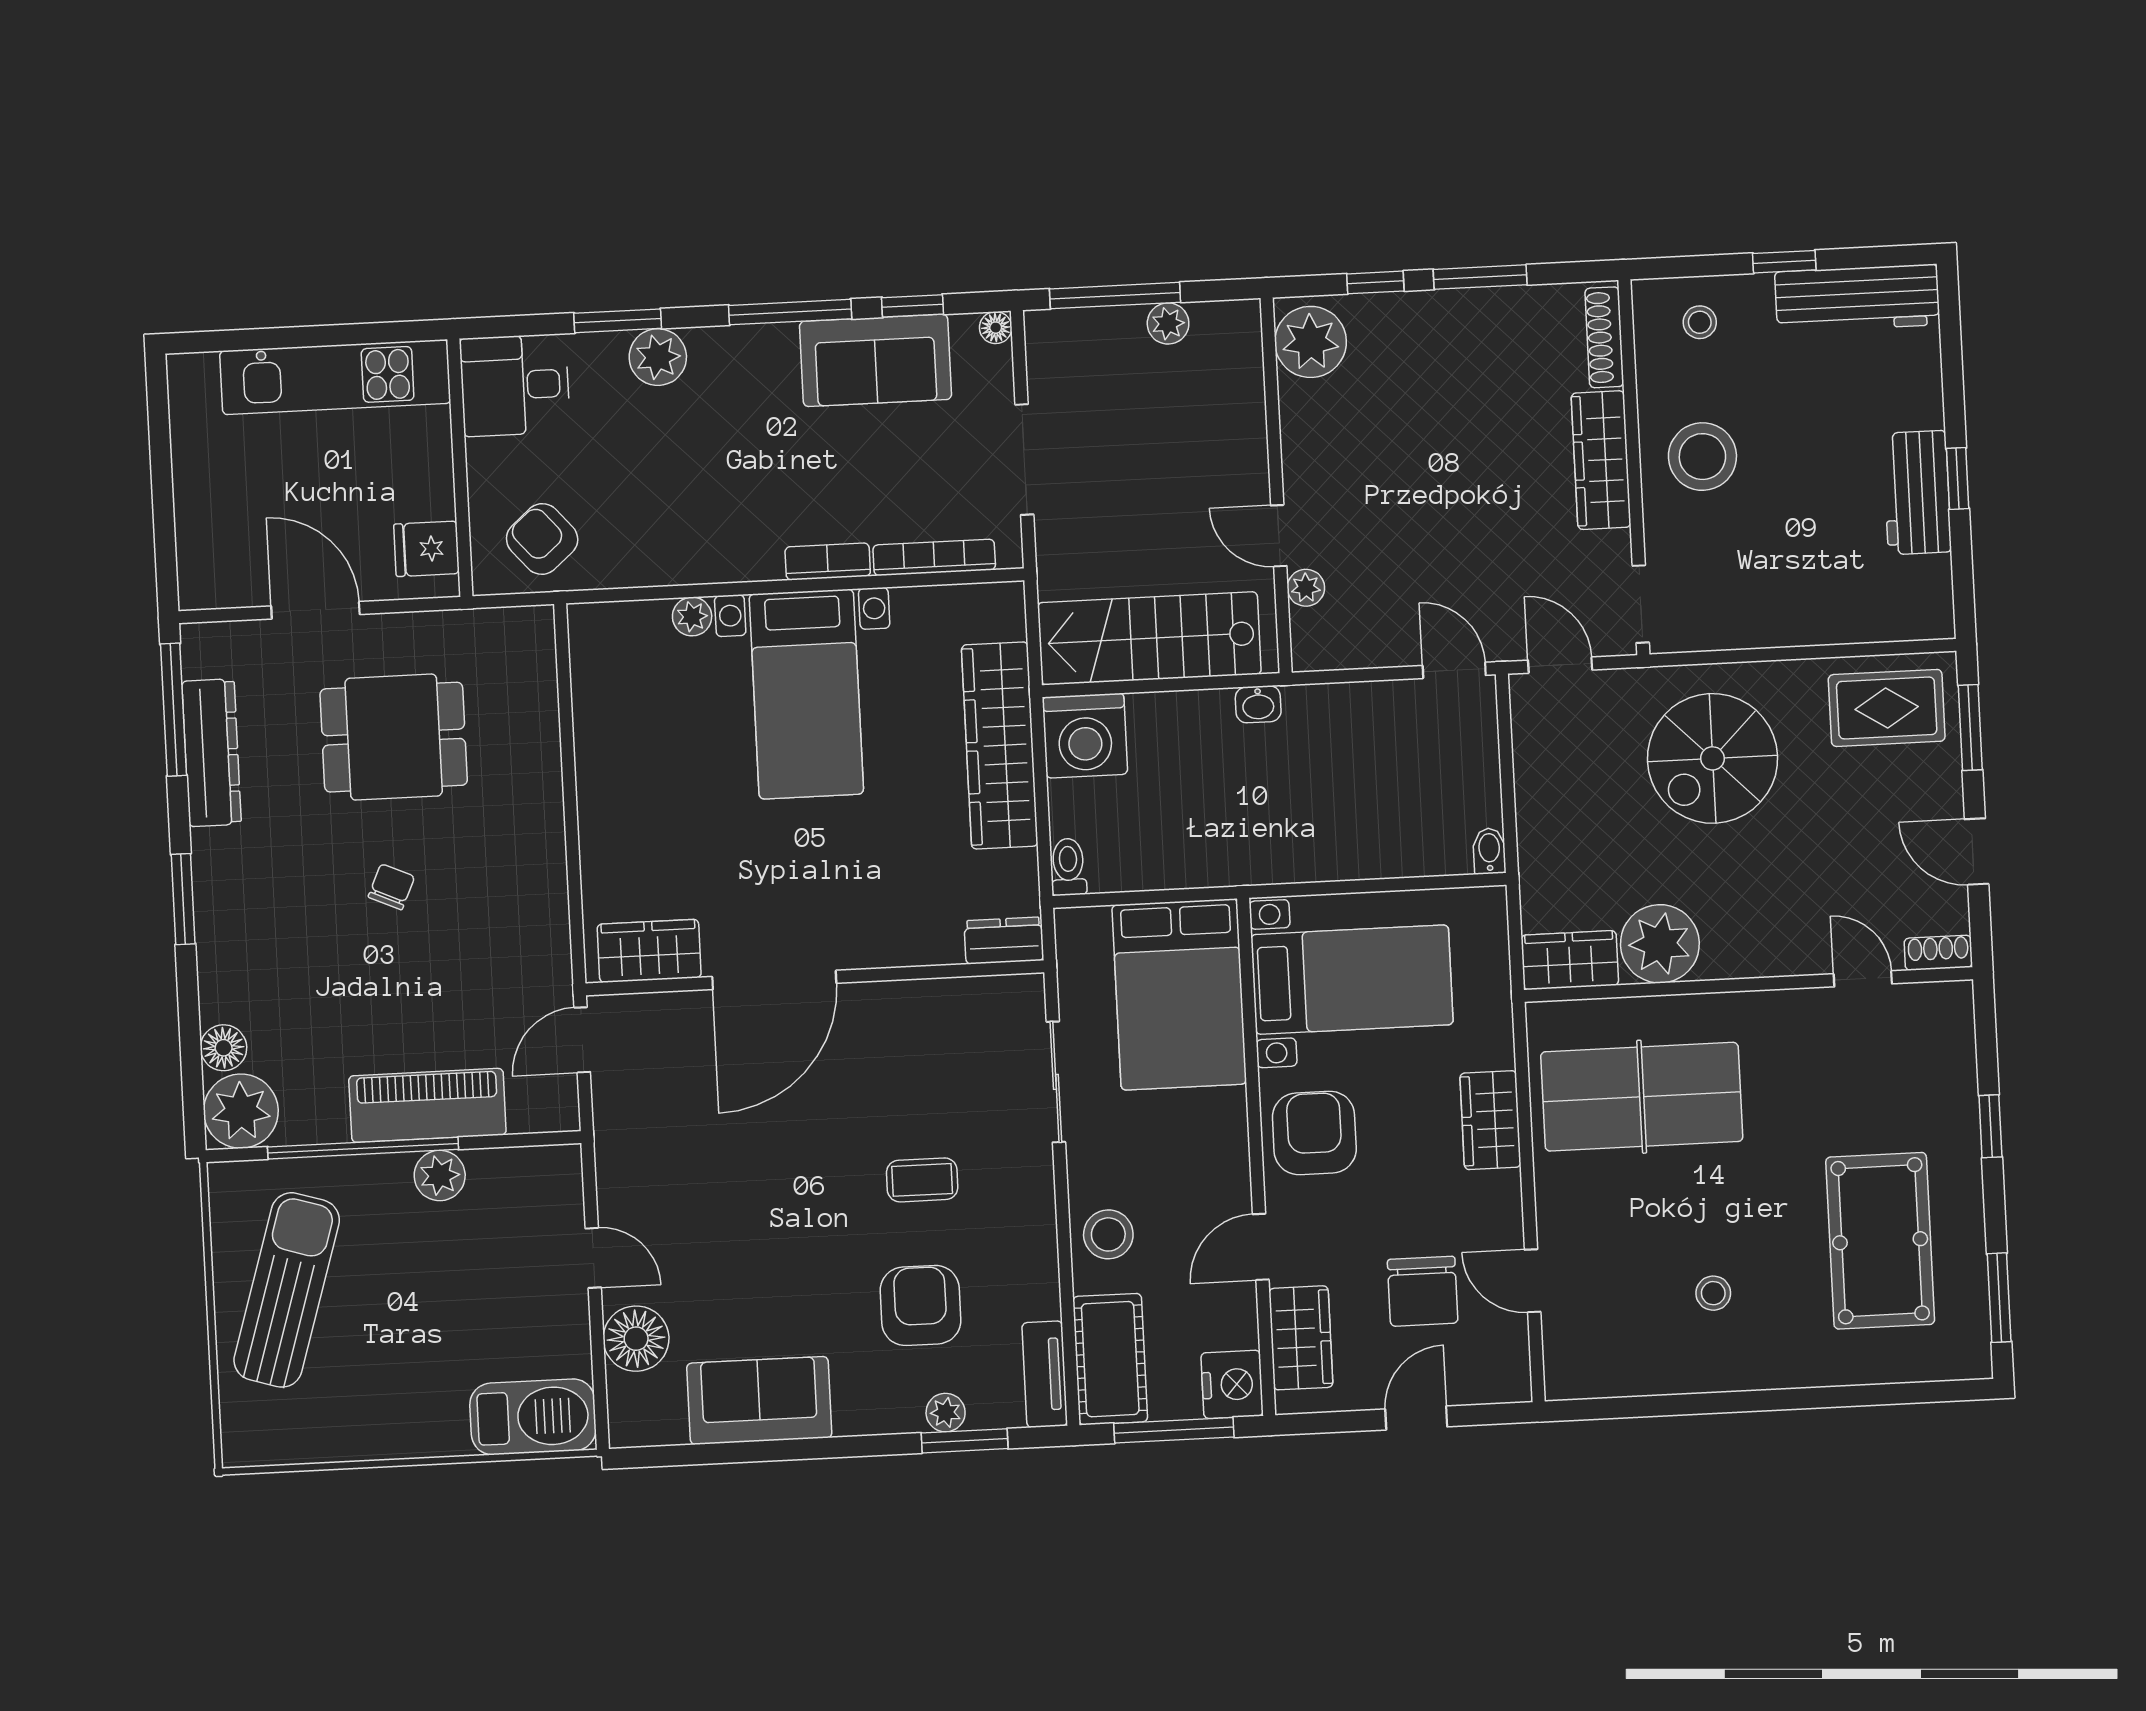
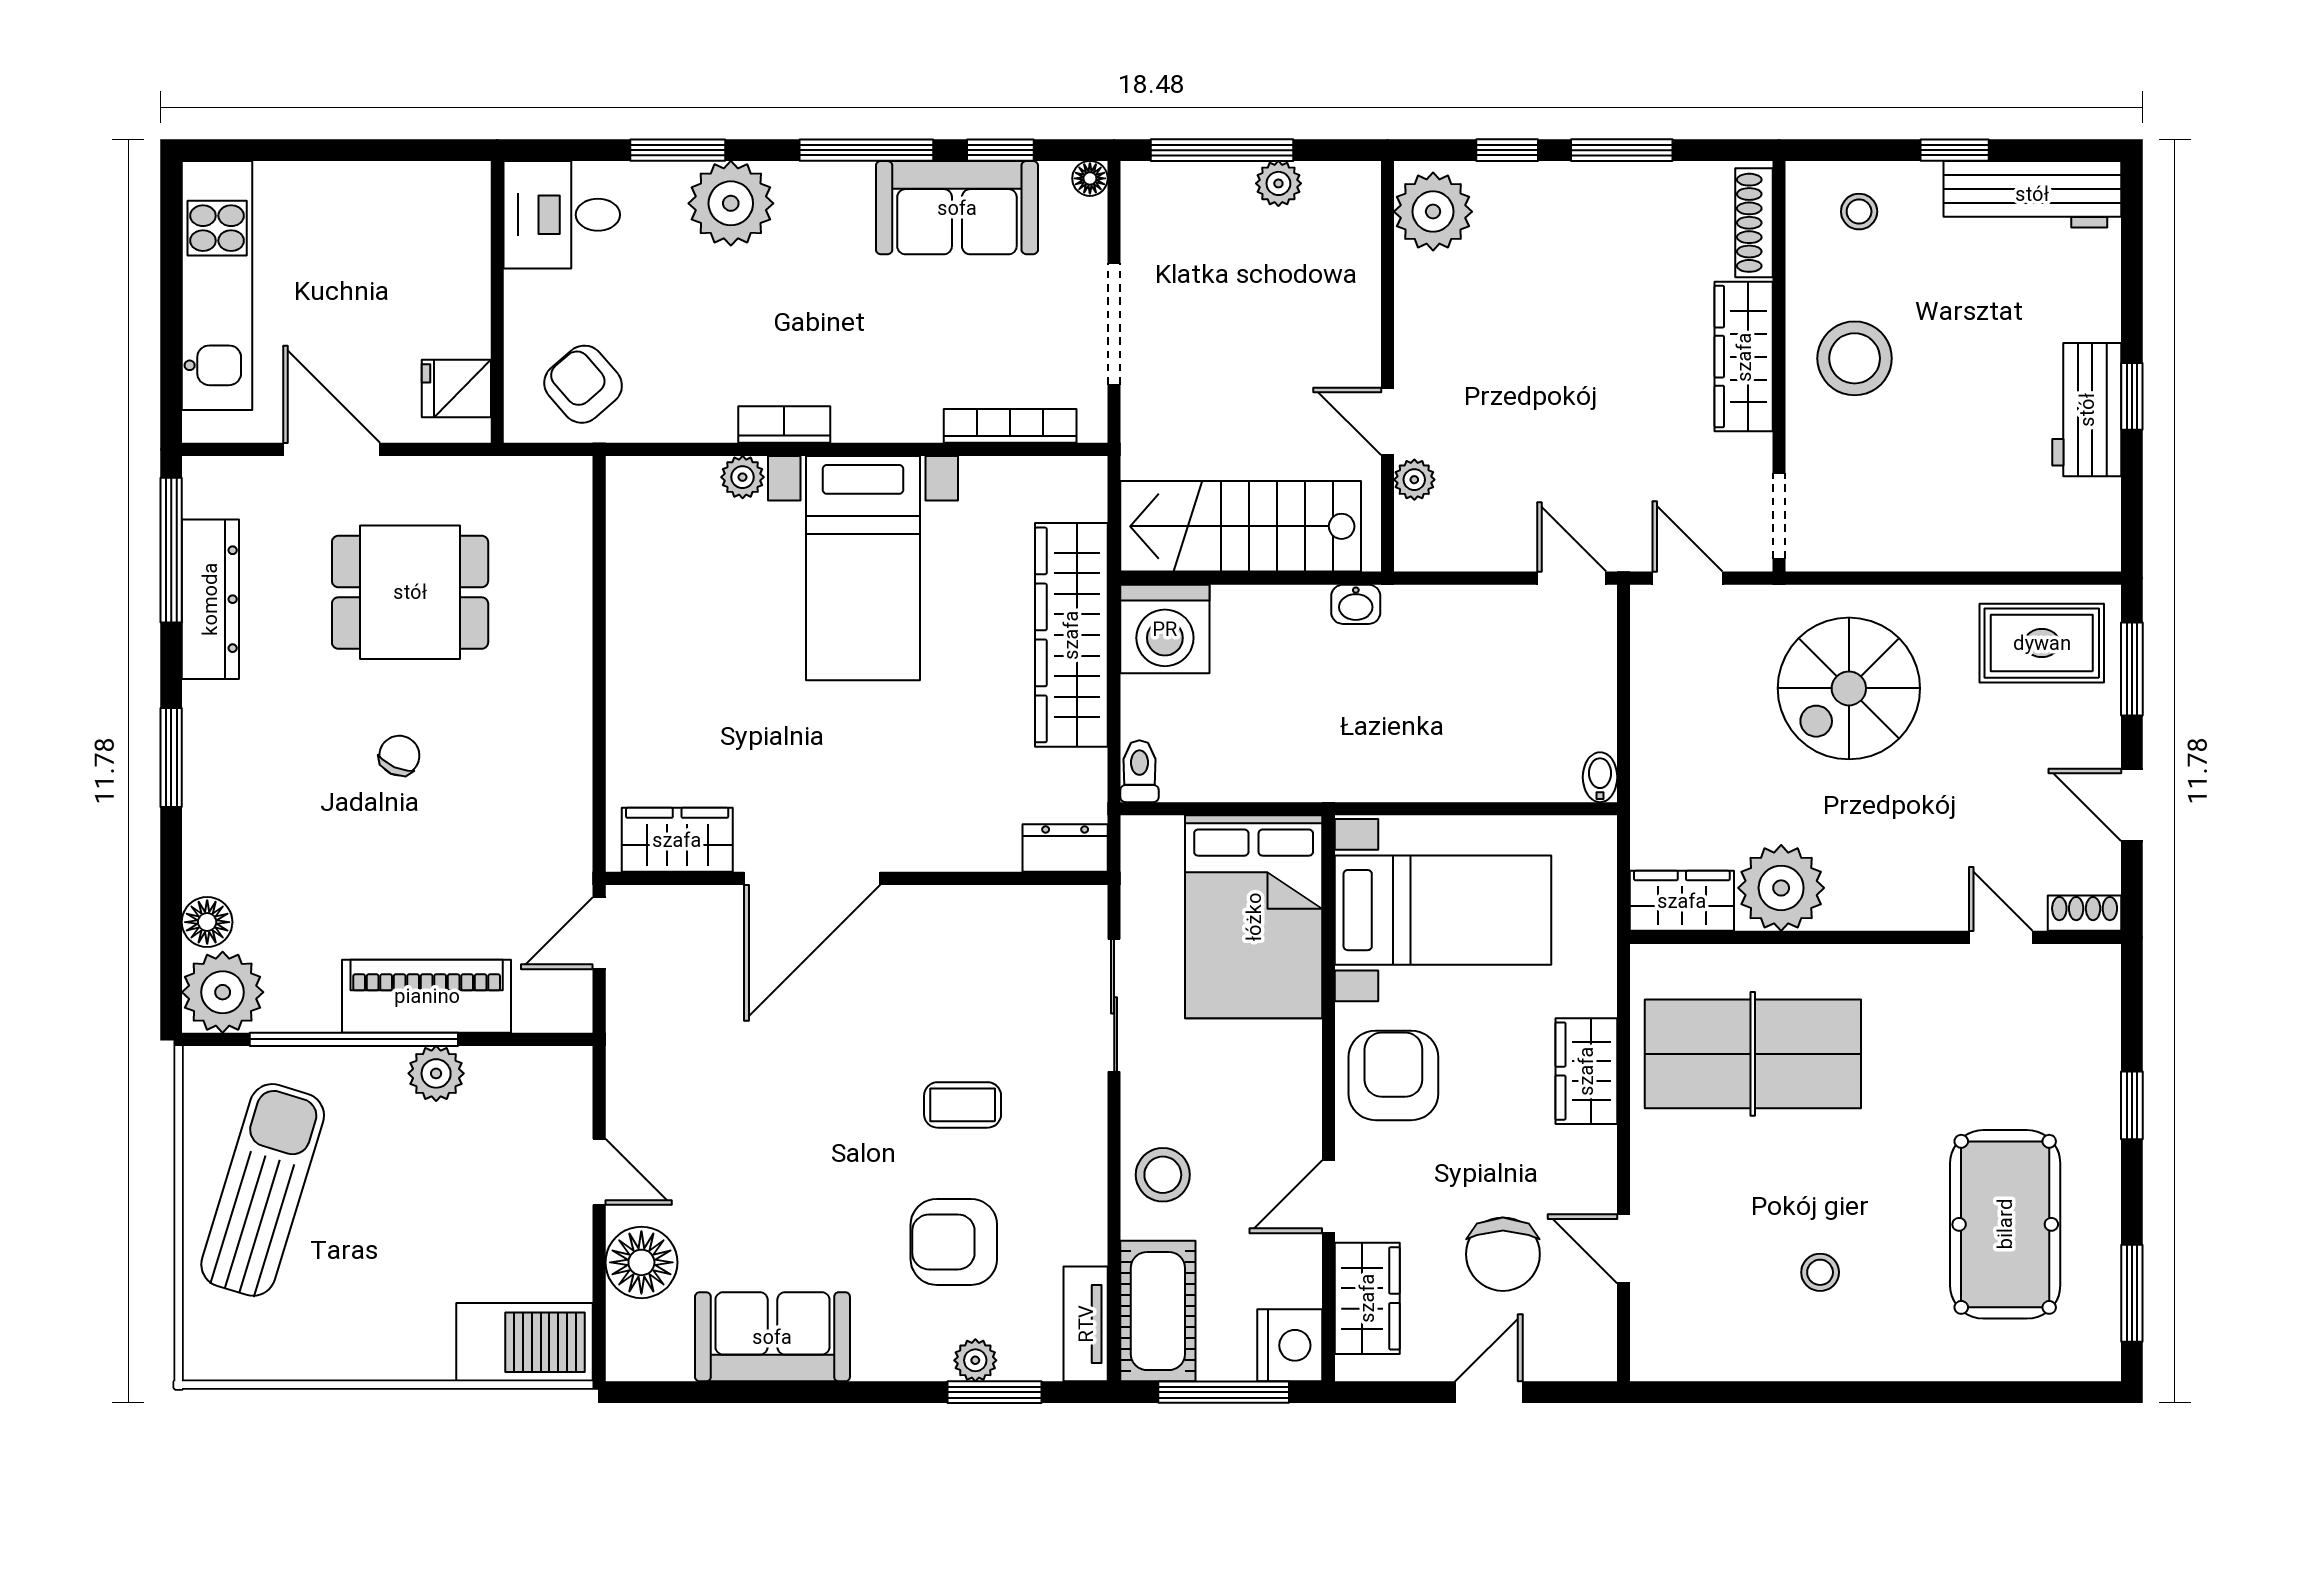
plant: (658, 357) -> (731, 203), width x1.36, depth x1.36
kitchen unit: (335, 377) -> (217, 286), moved, turned -90
bookcase: (828, 562) -> (784, 425), moved
armchair: (920, 1305) -> (954, 1242), turned -90

